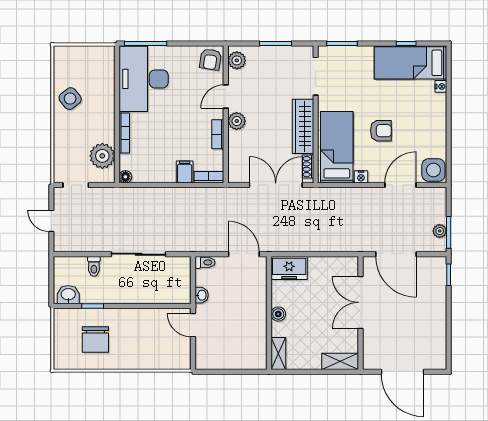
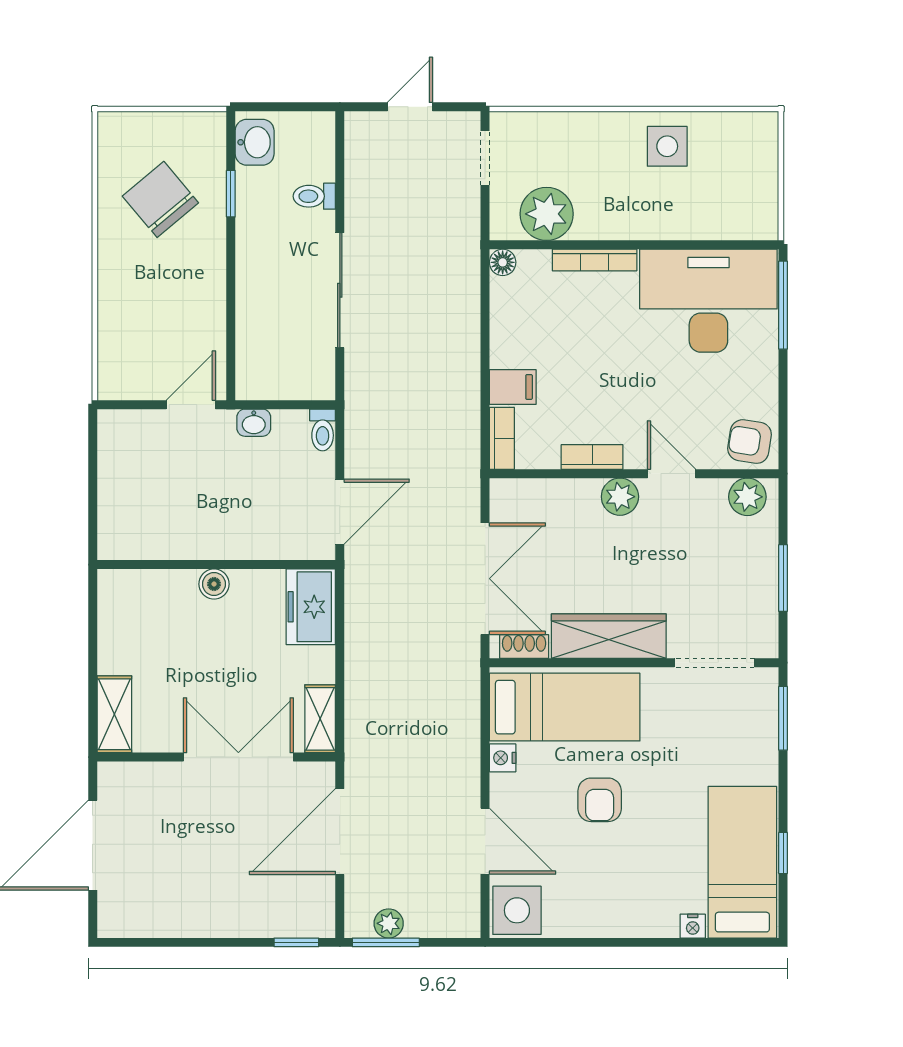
side table: (70, 99) -> (667, 146), turned 38
chair: (95, 340) -> (160, 199), turned 50
shelving: (278, 353) -> (320, 719), moved, turned 90

